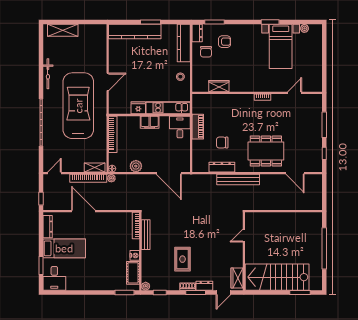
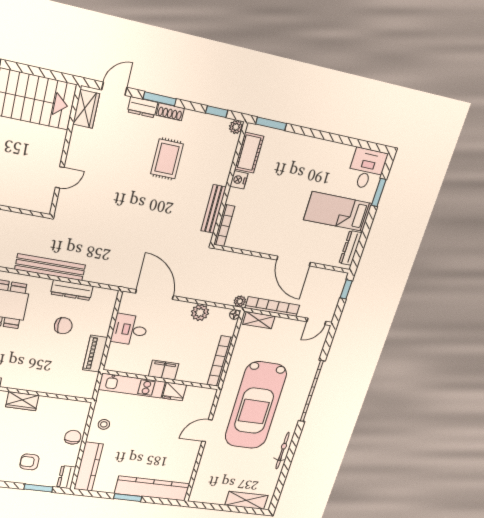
chair: (206, 52) -> (73, 437), moved
wardrobe: (219, 86) -> (22, 401), moved
desk: (180, 127) -> (130, 330), moved, turned 90

